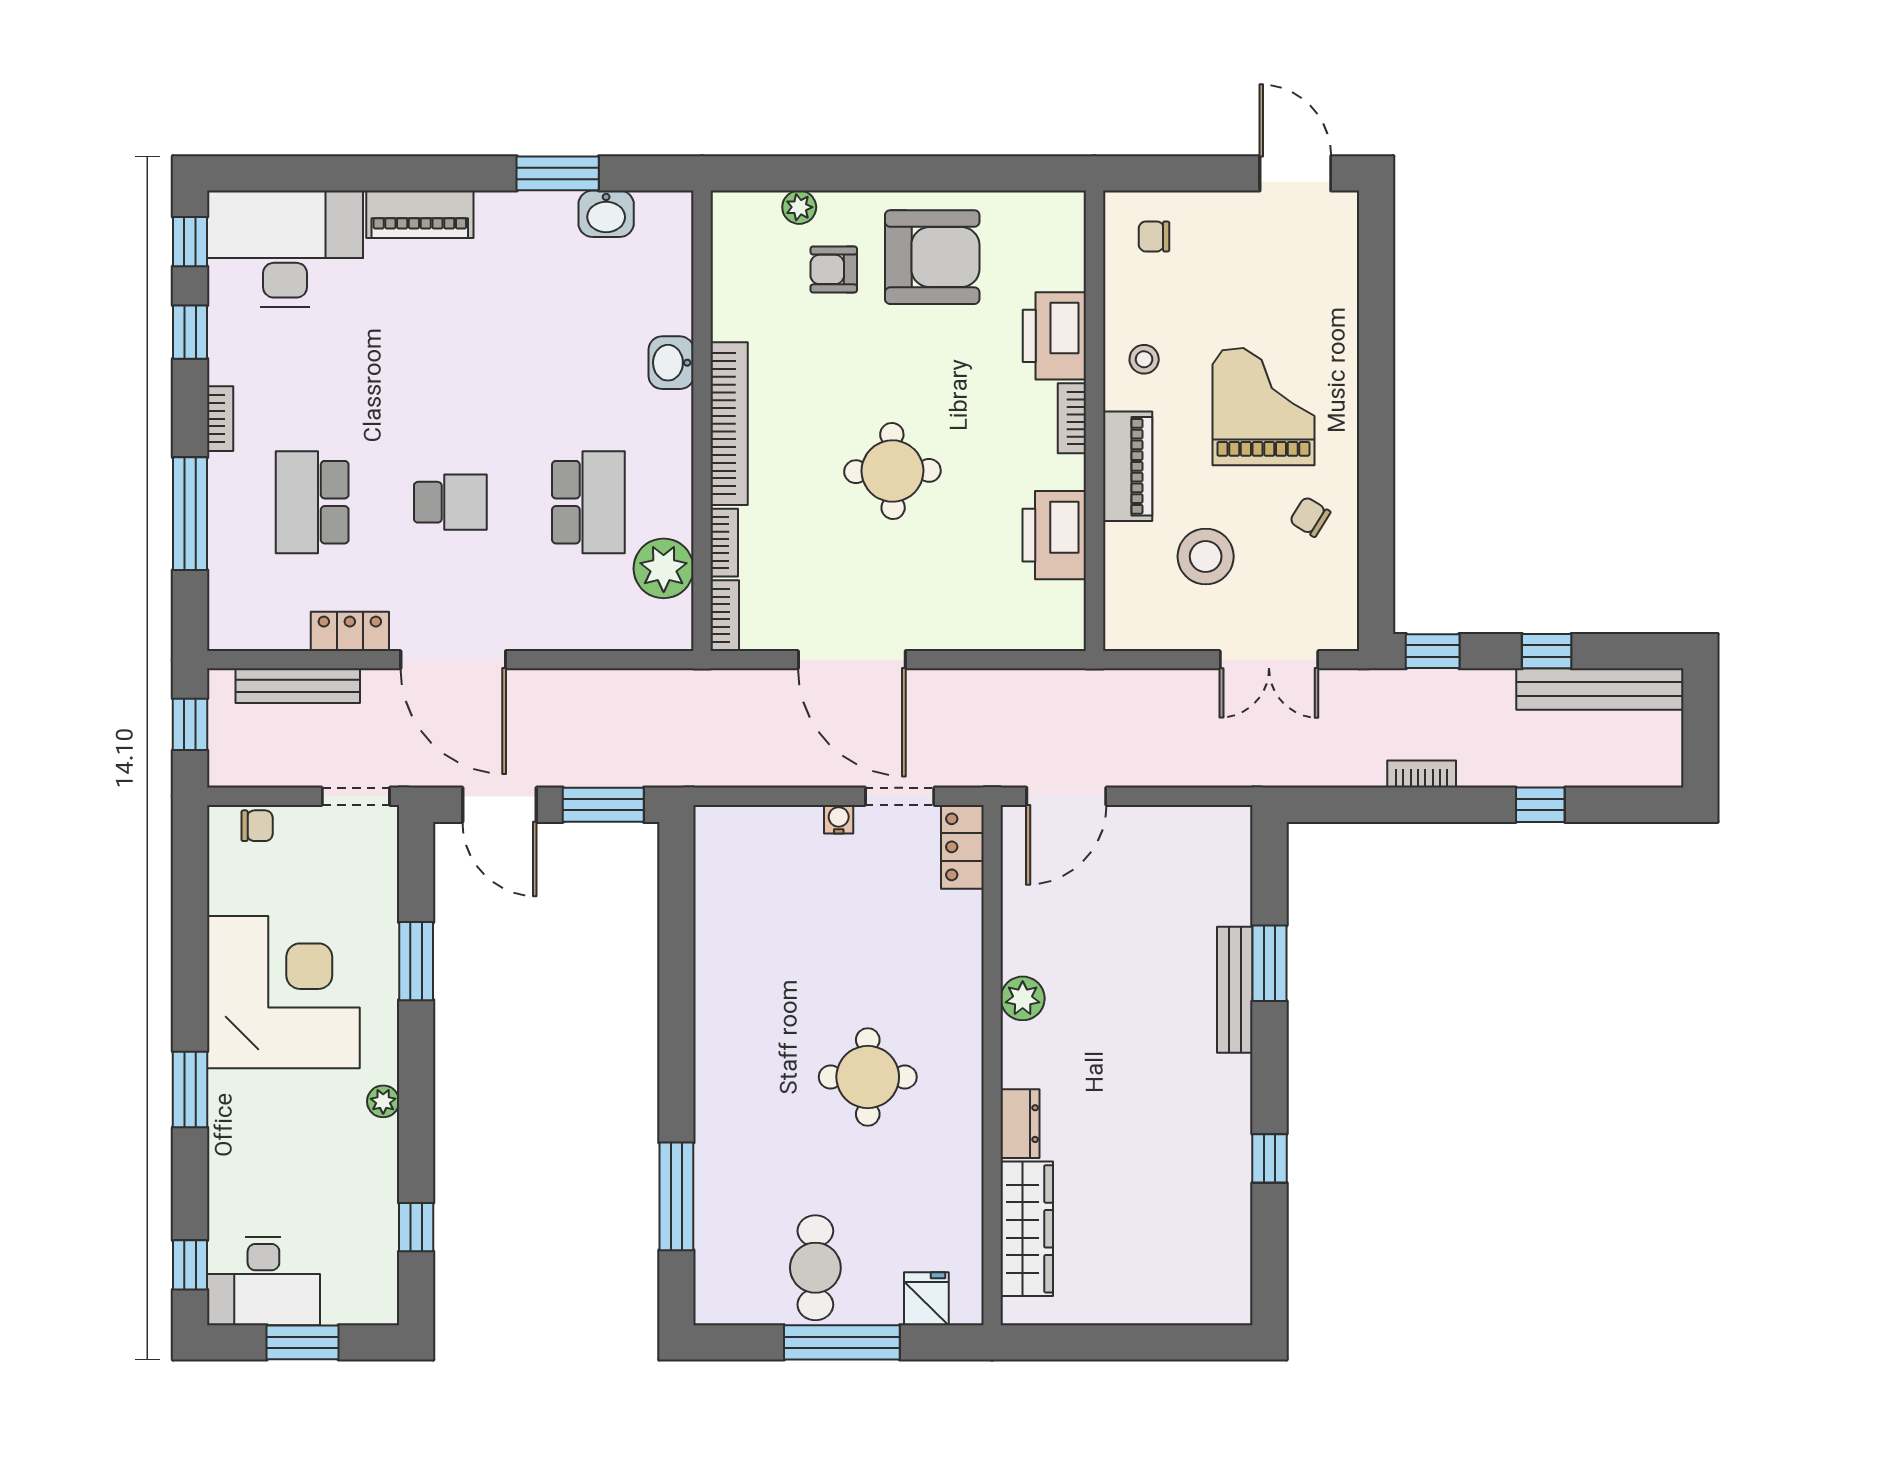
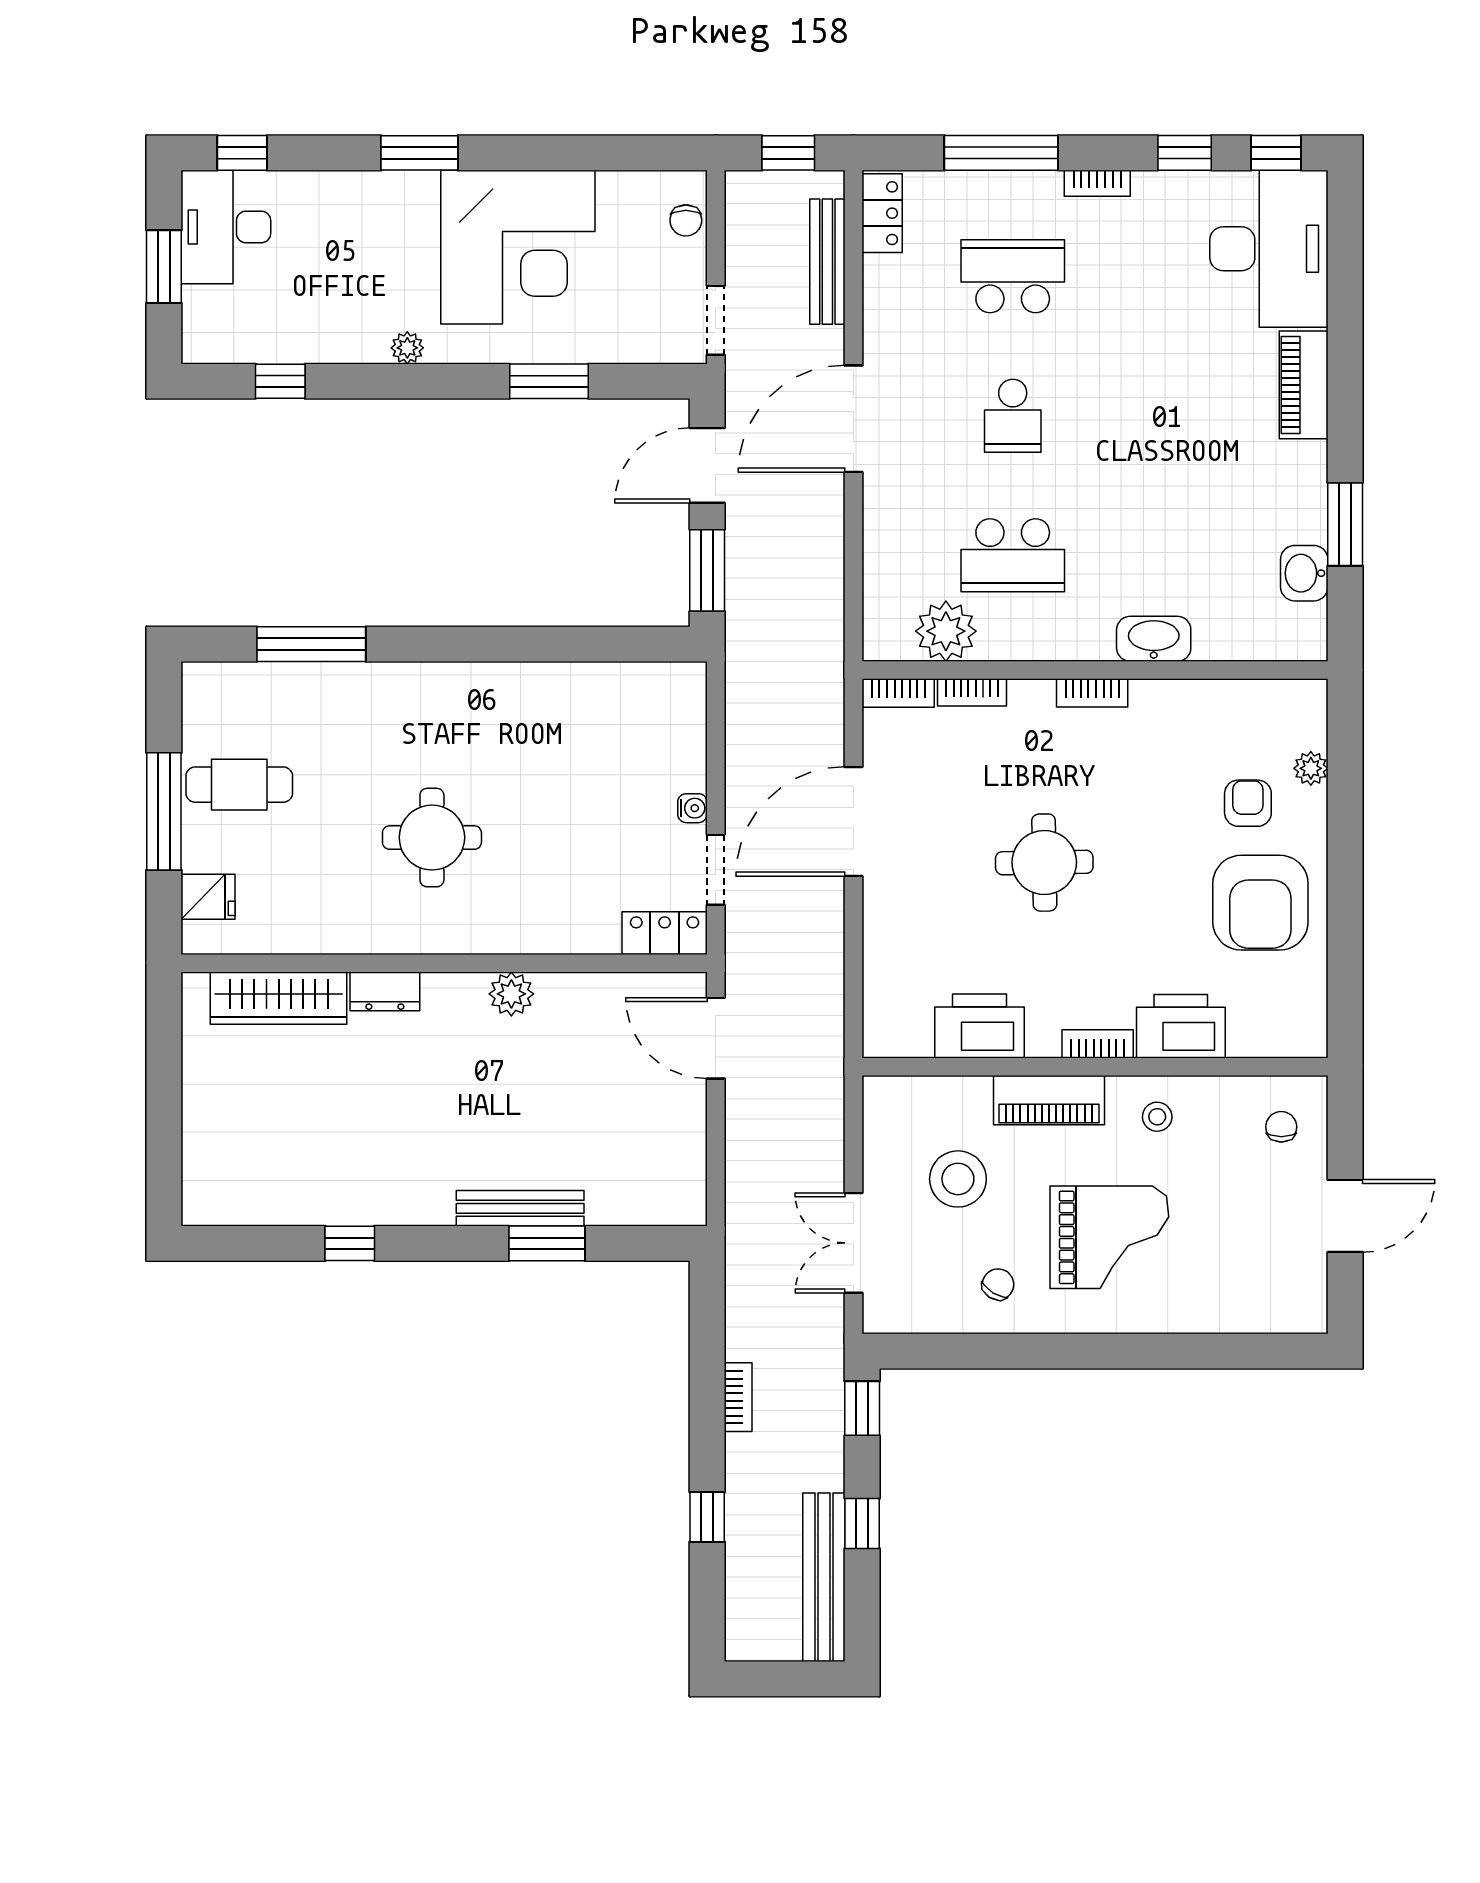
door: (1295, 173) -> (1345, 1216), moved
washbasin: (671, 363) -> (1154, 639), width x1.38
bookcase: (729, 424) -> (1092, 693), width x0.43, depth x0.76
locker: (350, 631) -> (882, 213), moved

